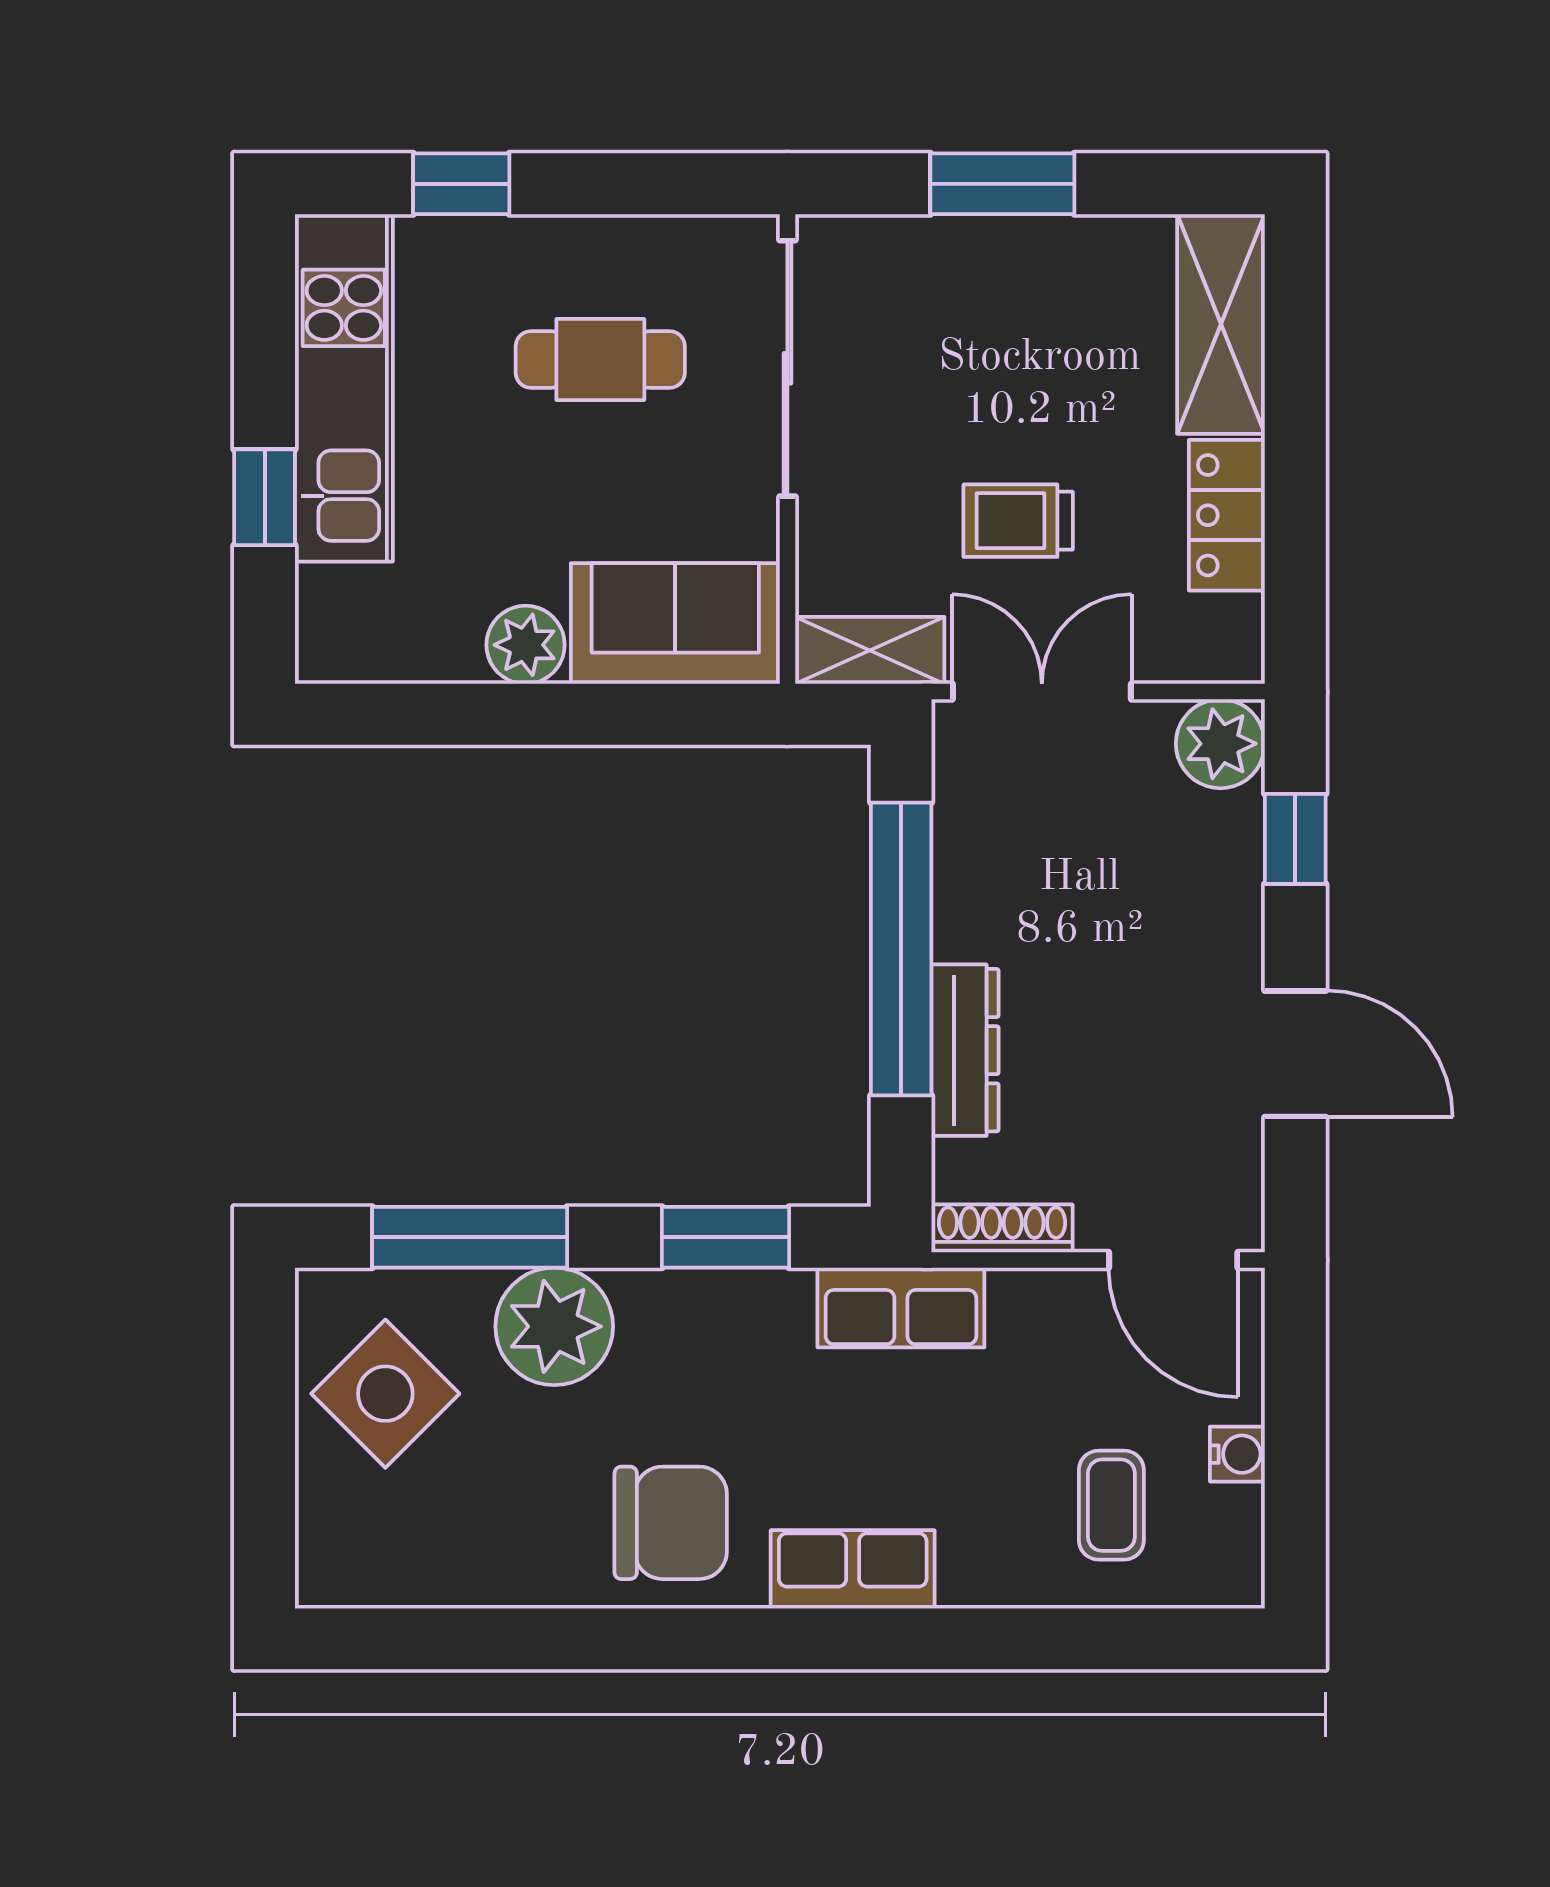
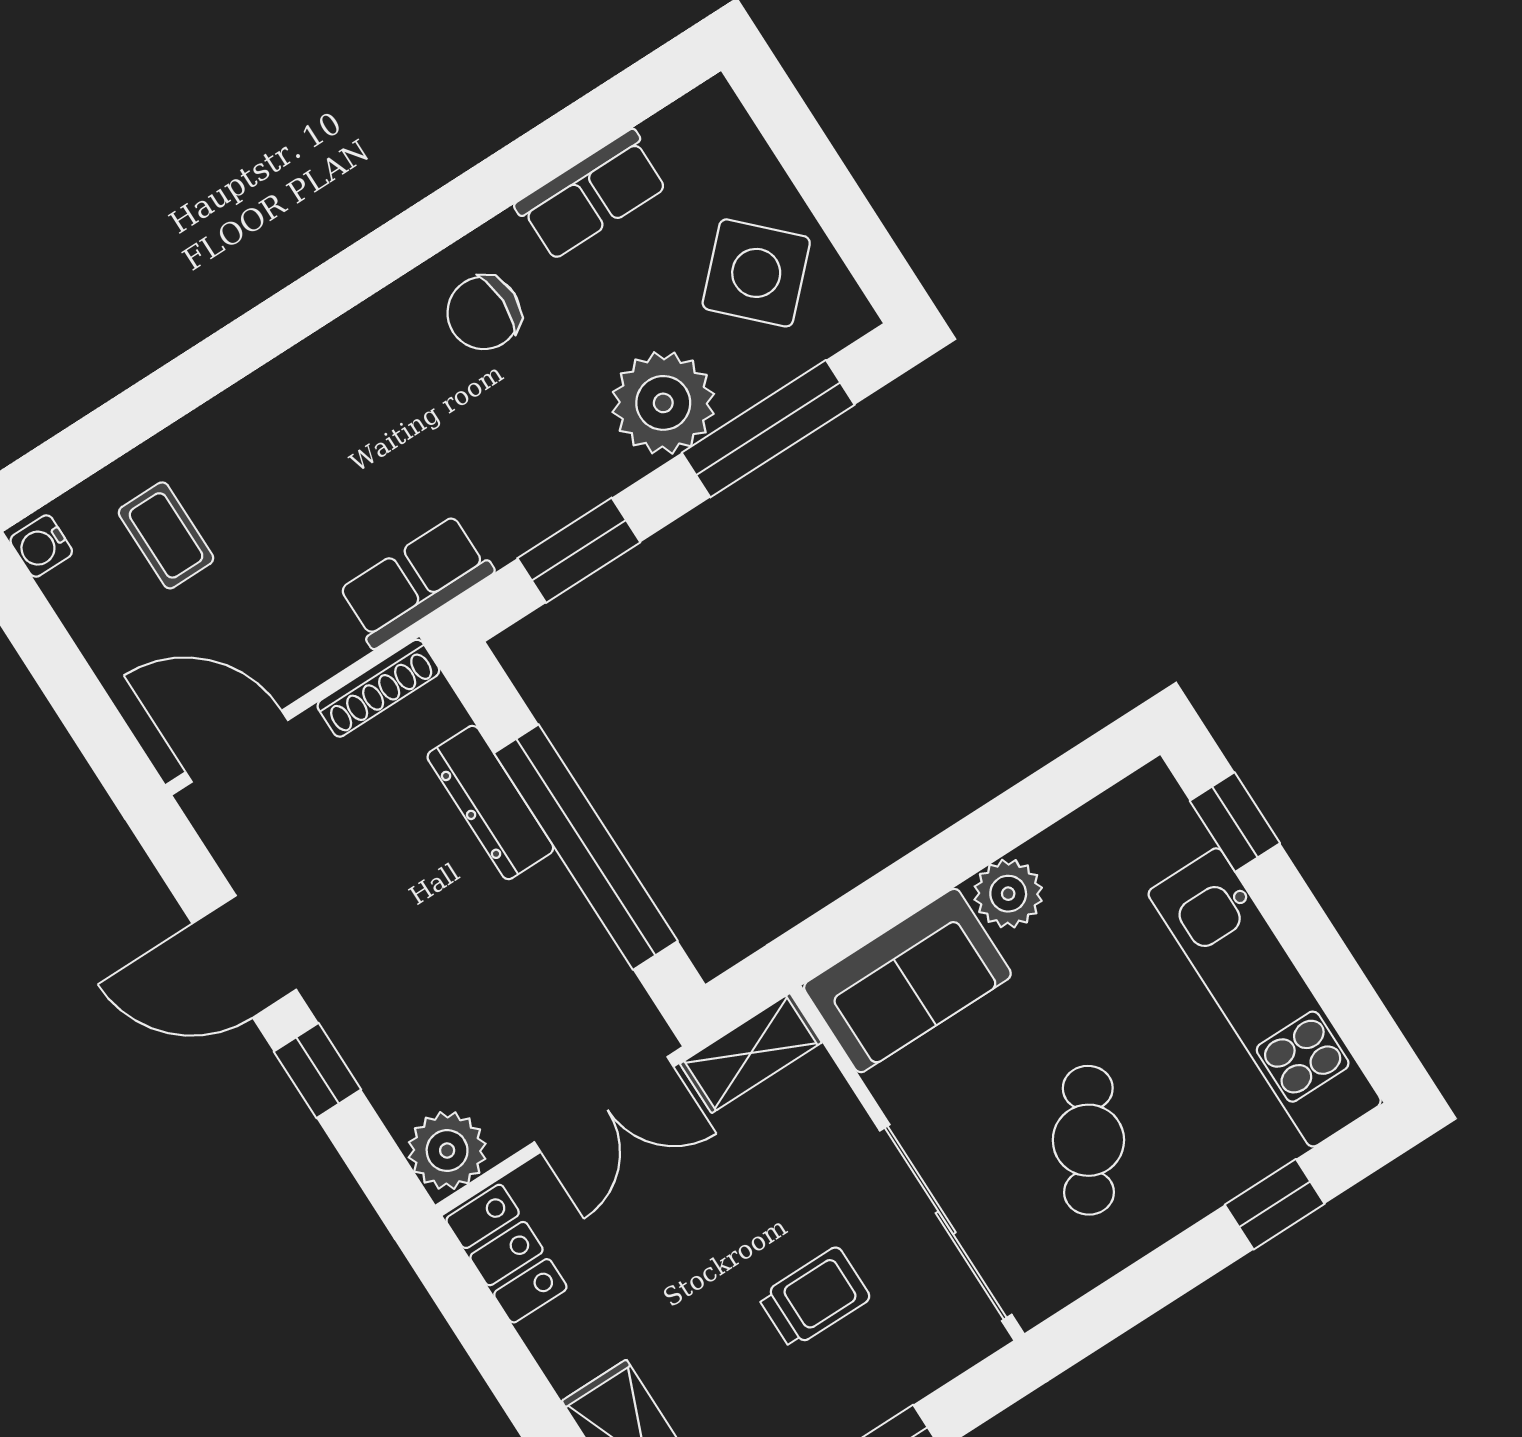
cafe table: (600, 360) -> (1088, 1140), turned -58
window: (265, 497) -> (1235, 822), moved
locker: (1227, 515) -> (506, 1254), moved
trolley: (1018, 521) -> (814, 1297), moved
window: (1295, 839) -> (317, 1070), moved
water cooler: (1237, 1454) -> (41, 546), moved
chair: (671, 1523) -> (484, 313), width x0.73, depth x0.73
row of seats: (853, 1569) -> (592, 195), moved

